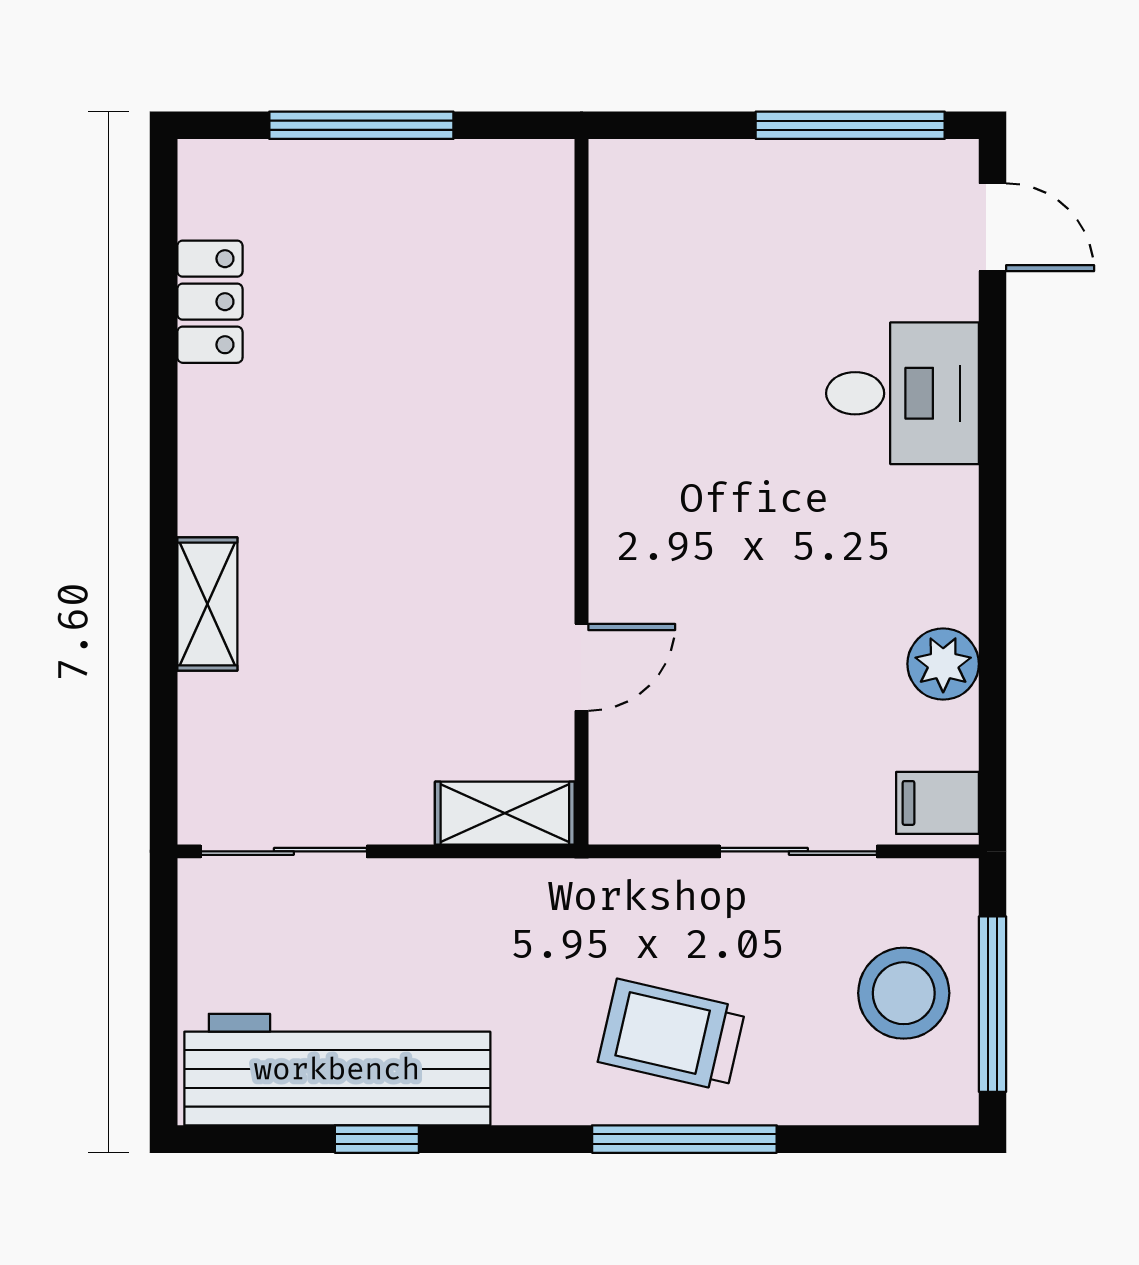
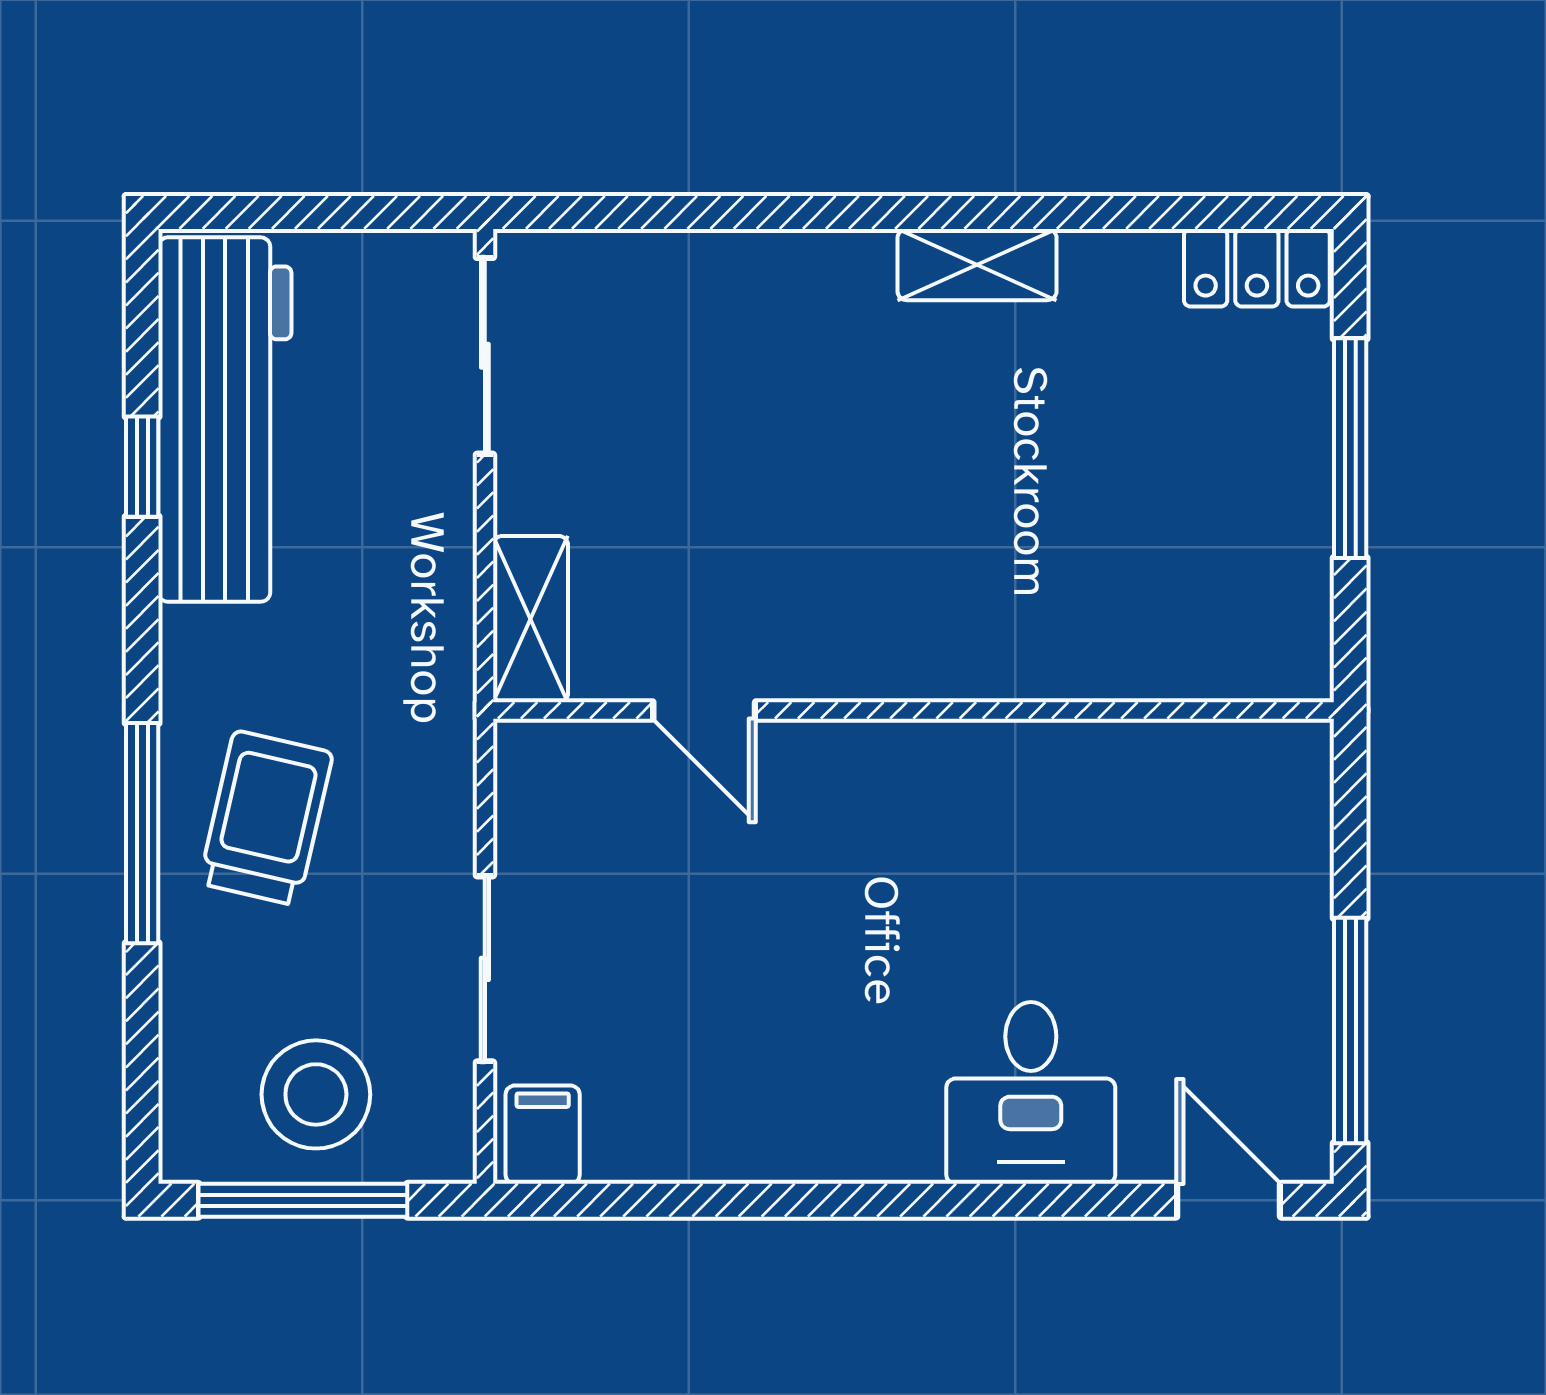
door: (992, 227) -> (1229, 1200), swing flipped
locker: (210, 302) -> (1257, 268), moved
shelving: (207, 604) -> (977, 265), moved
plant: (943, 664) -> (708, 1141), removed

